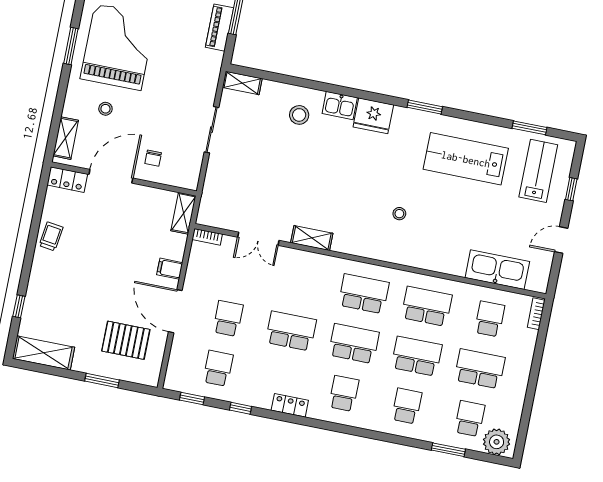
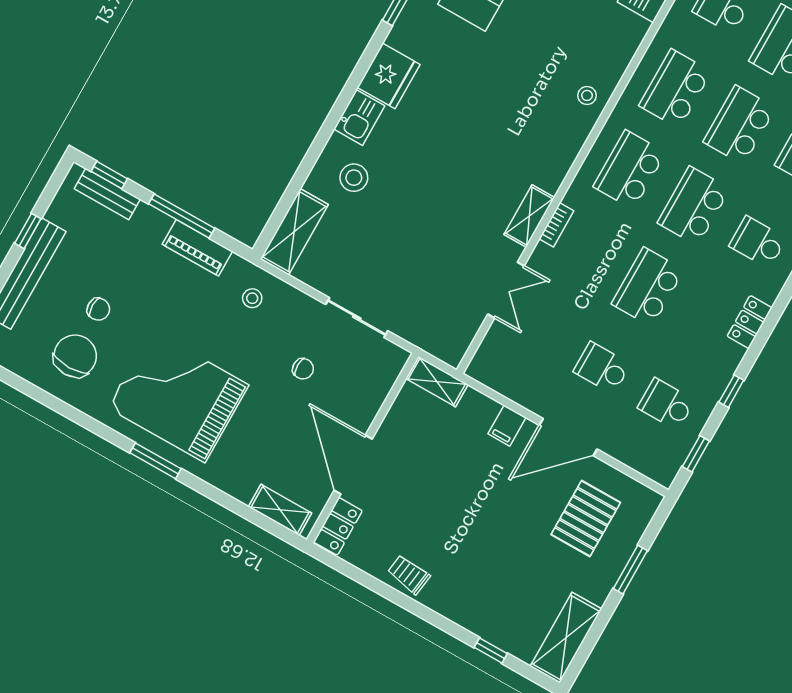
shelving: (242, 83) -> (294, 232), width x1.50, depth x1.33
stool: (105, 109) -> (252, 298), moved
sliding door: (212, 130) -> (357, 318), moved
chair: (153, 158) -> (303, 369), moved
stool: (399, 214) -> (587, 95), moved
bookcase: (207, 237) -> (556, 225), moved

